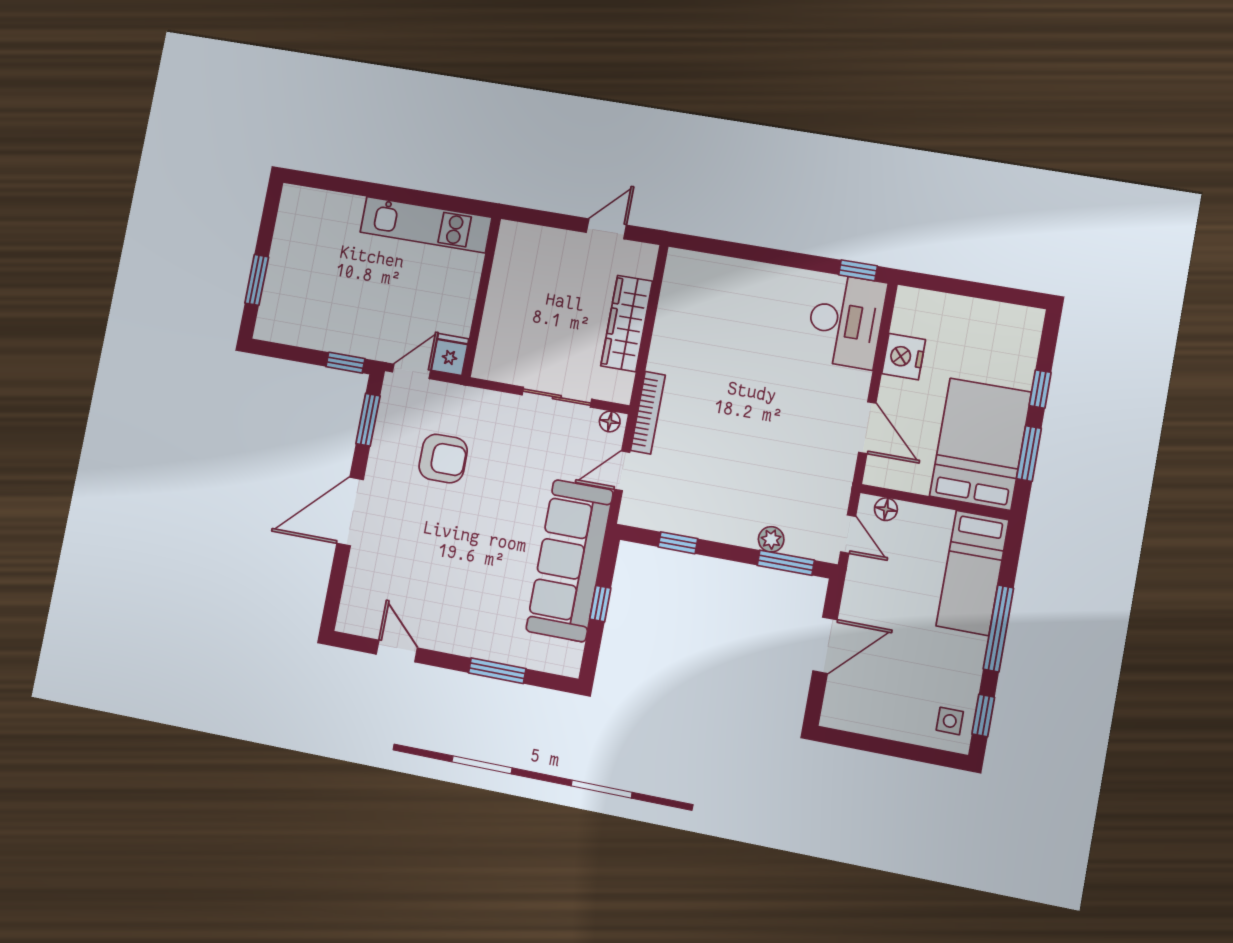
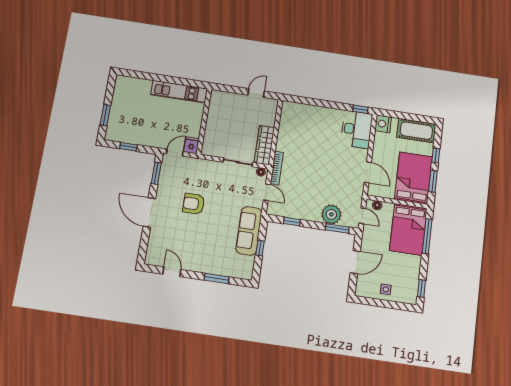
wardrobe: (627, 324) -> (264, 145), moved
cot: (995, 326) -> (416, 131), added
nightstand: (904, 357) -> (383, 124), moved
window: (345, 363) -> (128, 147), moved
armchair: (443, 459) -> (194, 204), moved, turned 180
door: (622, 471) -> (267, 192), swing flipped
door: (350, 511) -> (149, 212), hinge flipped
plant: (771, 539) -> (331, 214), width x1.87, depth x1.87
sofa: (570, 561) -> (249, 231), width x0.74, depth x0.79
bed: (973, 573) -> (408, 229), width x1.50
window: (998, 628) -> (427, 236), moved
side table: (950, 721) -> (386, 289), moved

